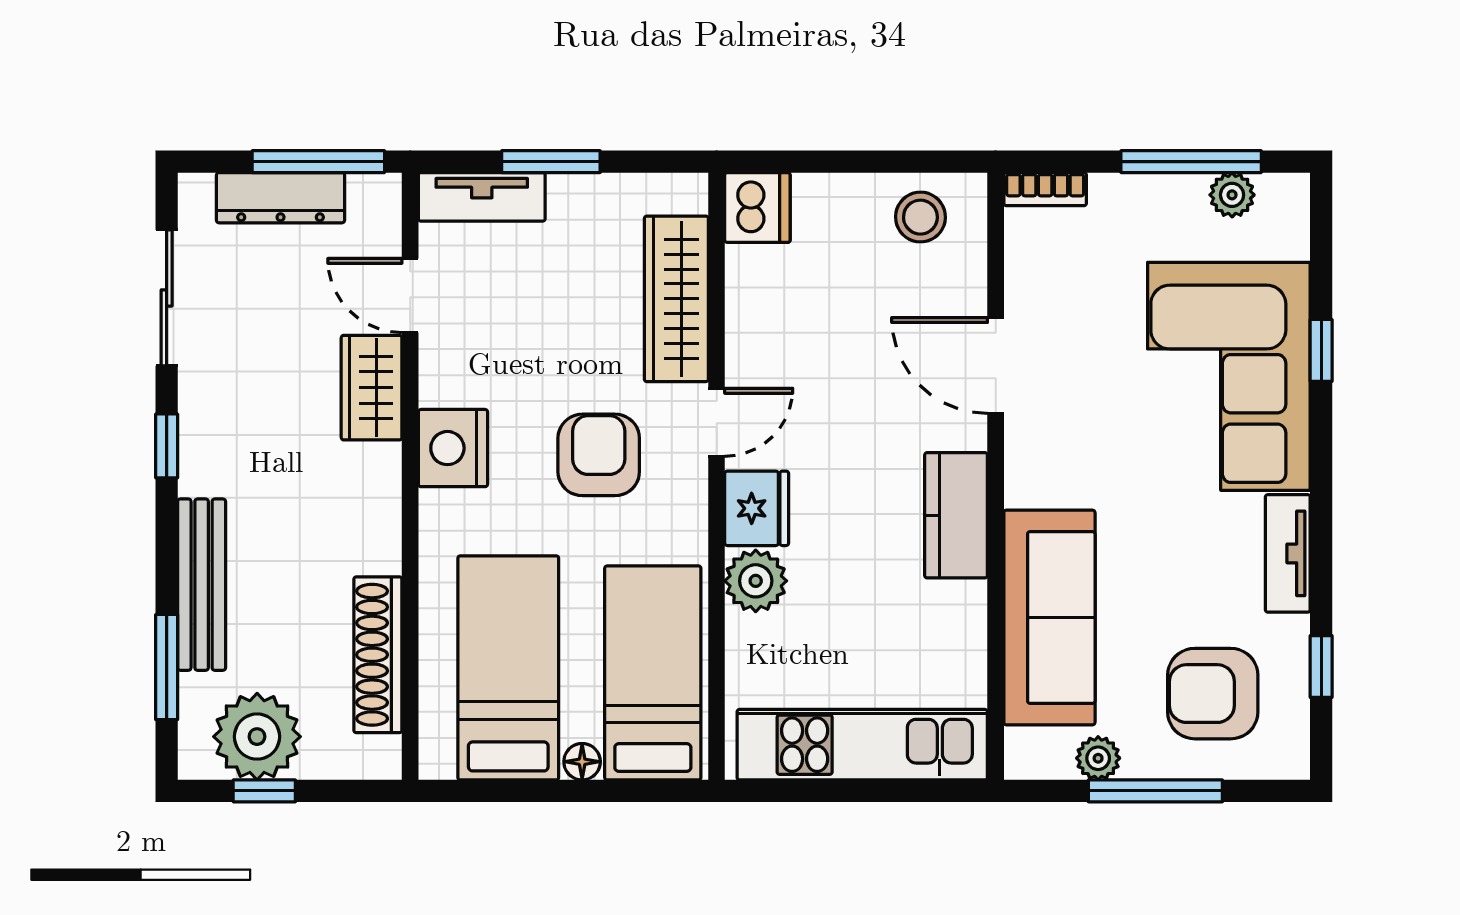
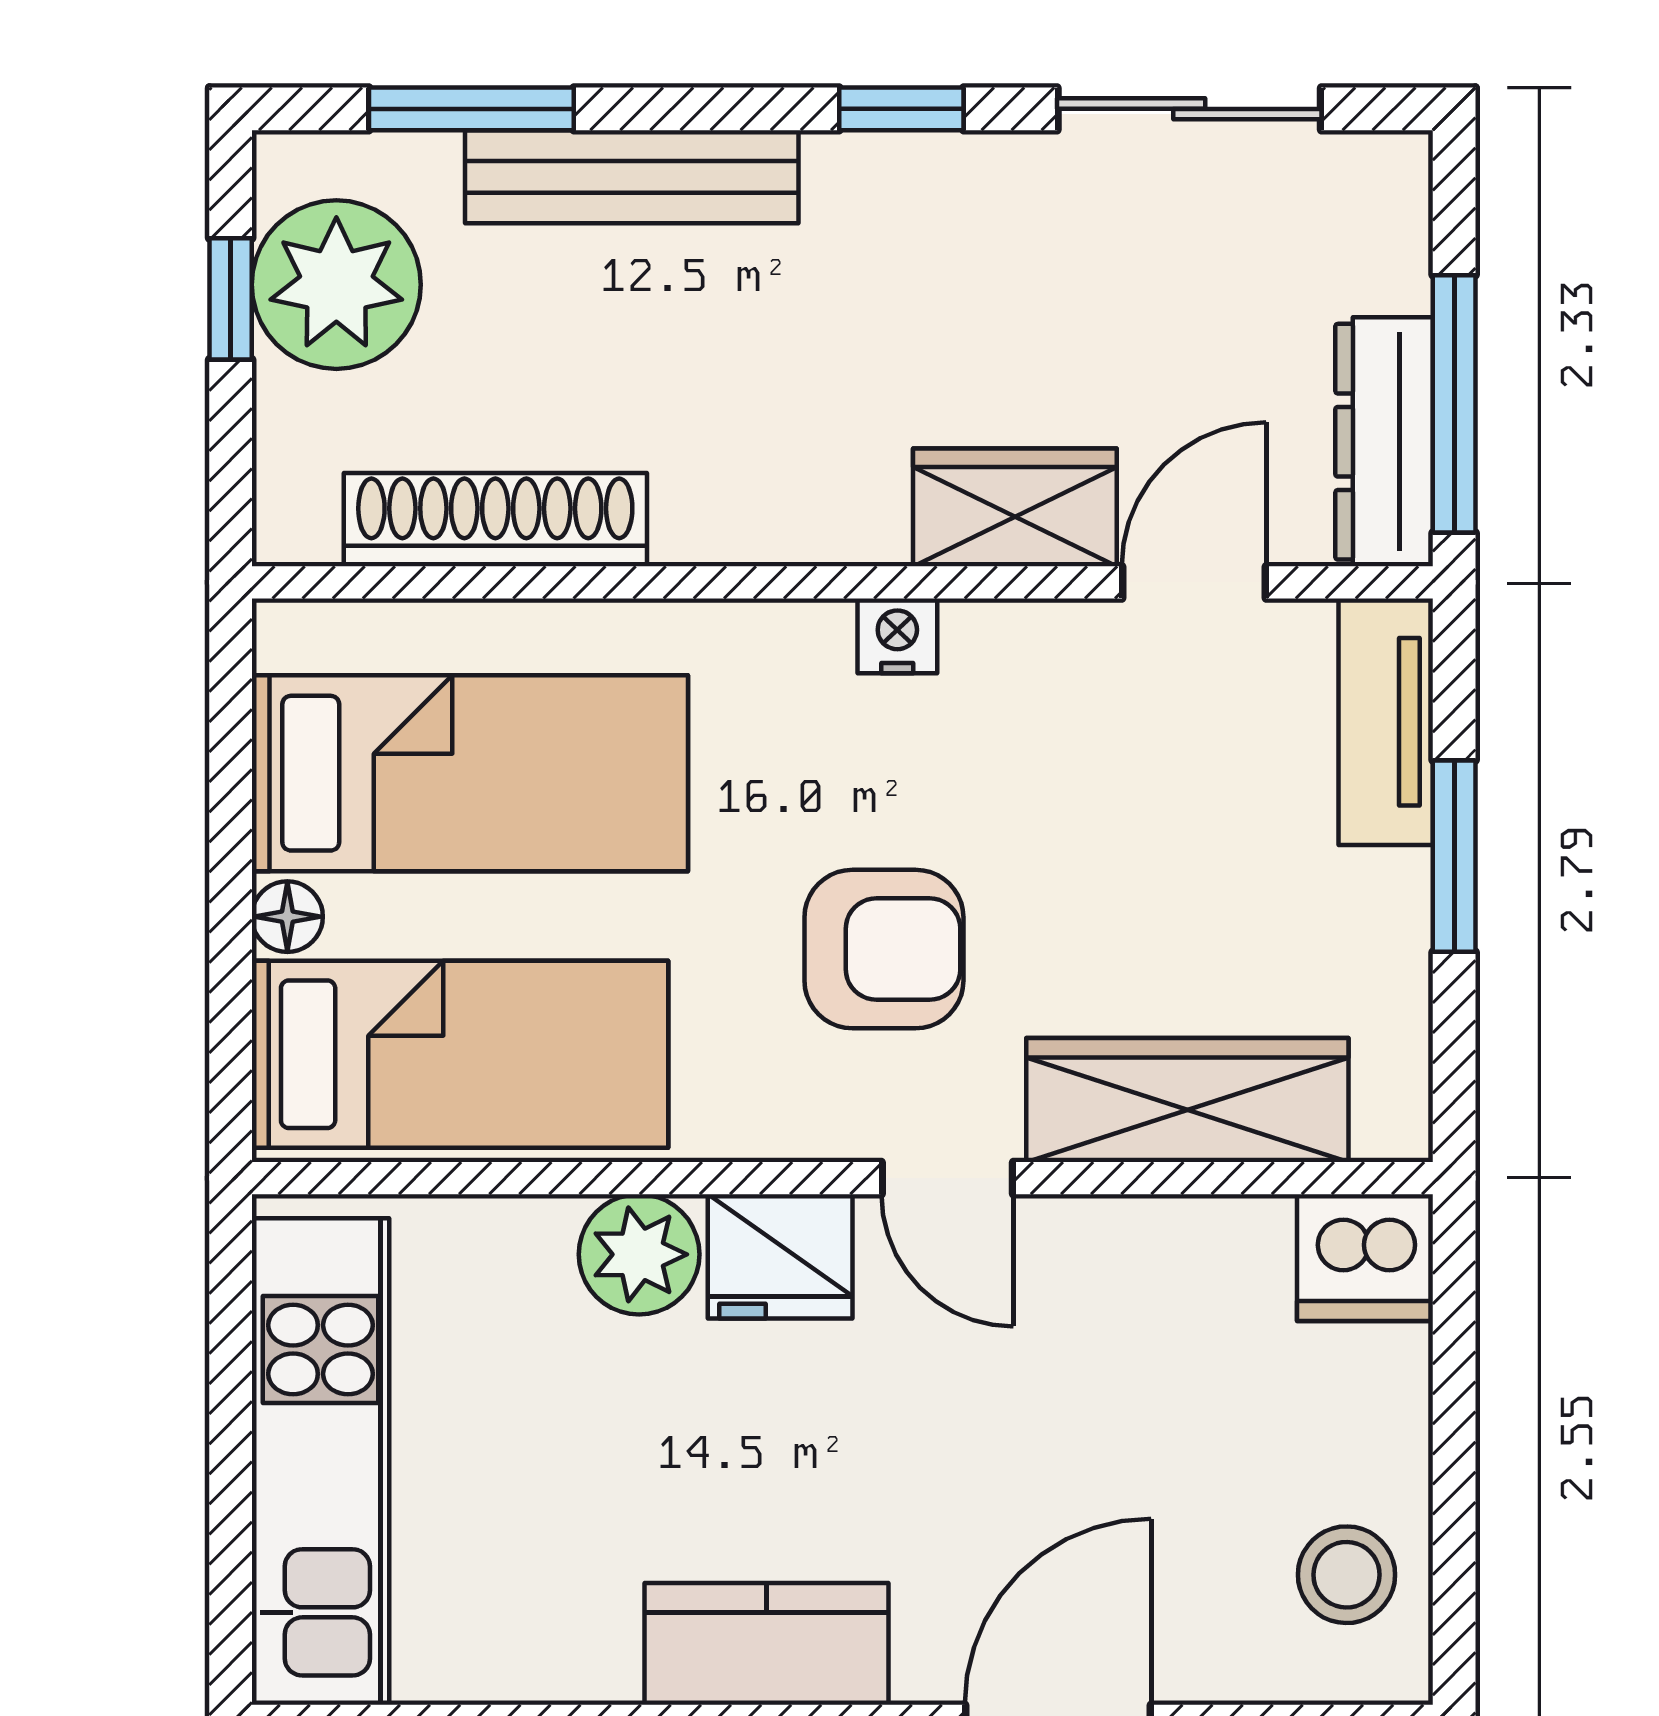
dresser: (281, 198) -> (1384, 442), moved
nightstand: (453, 448) -> (897, 636), width x0.53, depth x0.56

